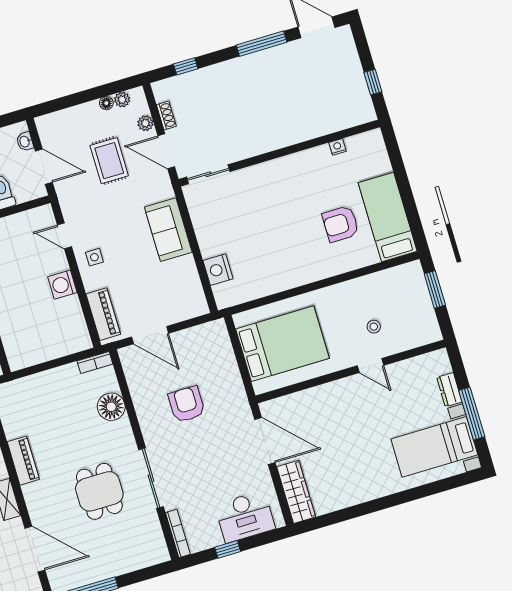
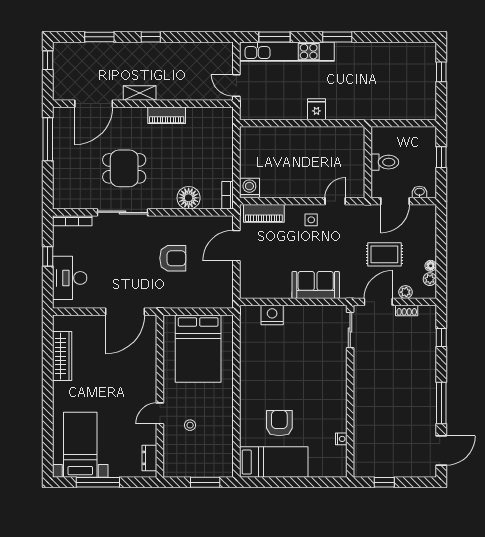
washing machine: (62, 285) -> (249, 188), moved
dresser: (449, 390) -> (149, 458), moved, turned -90
wardrobe: (296, 492) -> (62, 356), moved, turned -90

